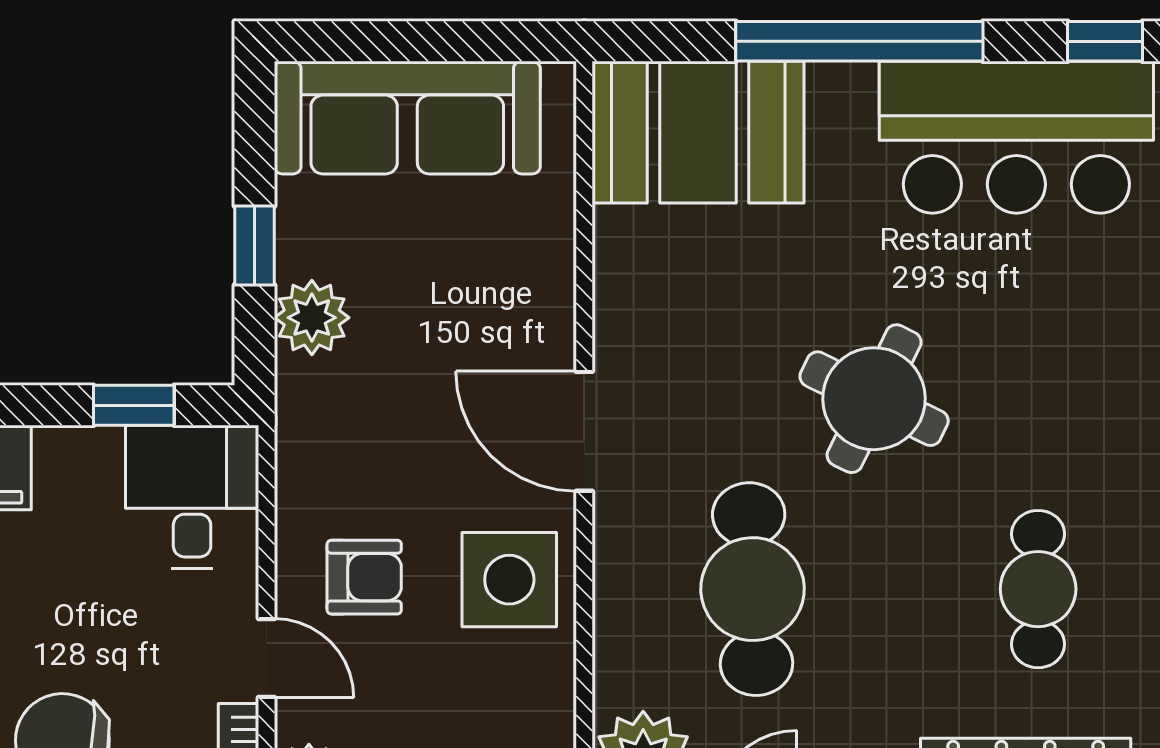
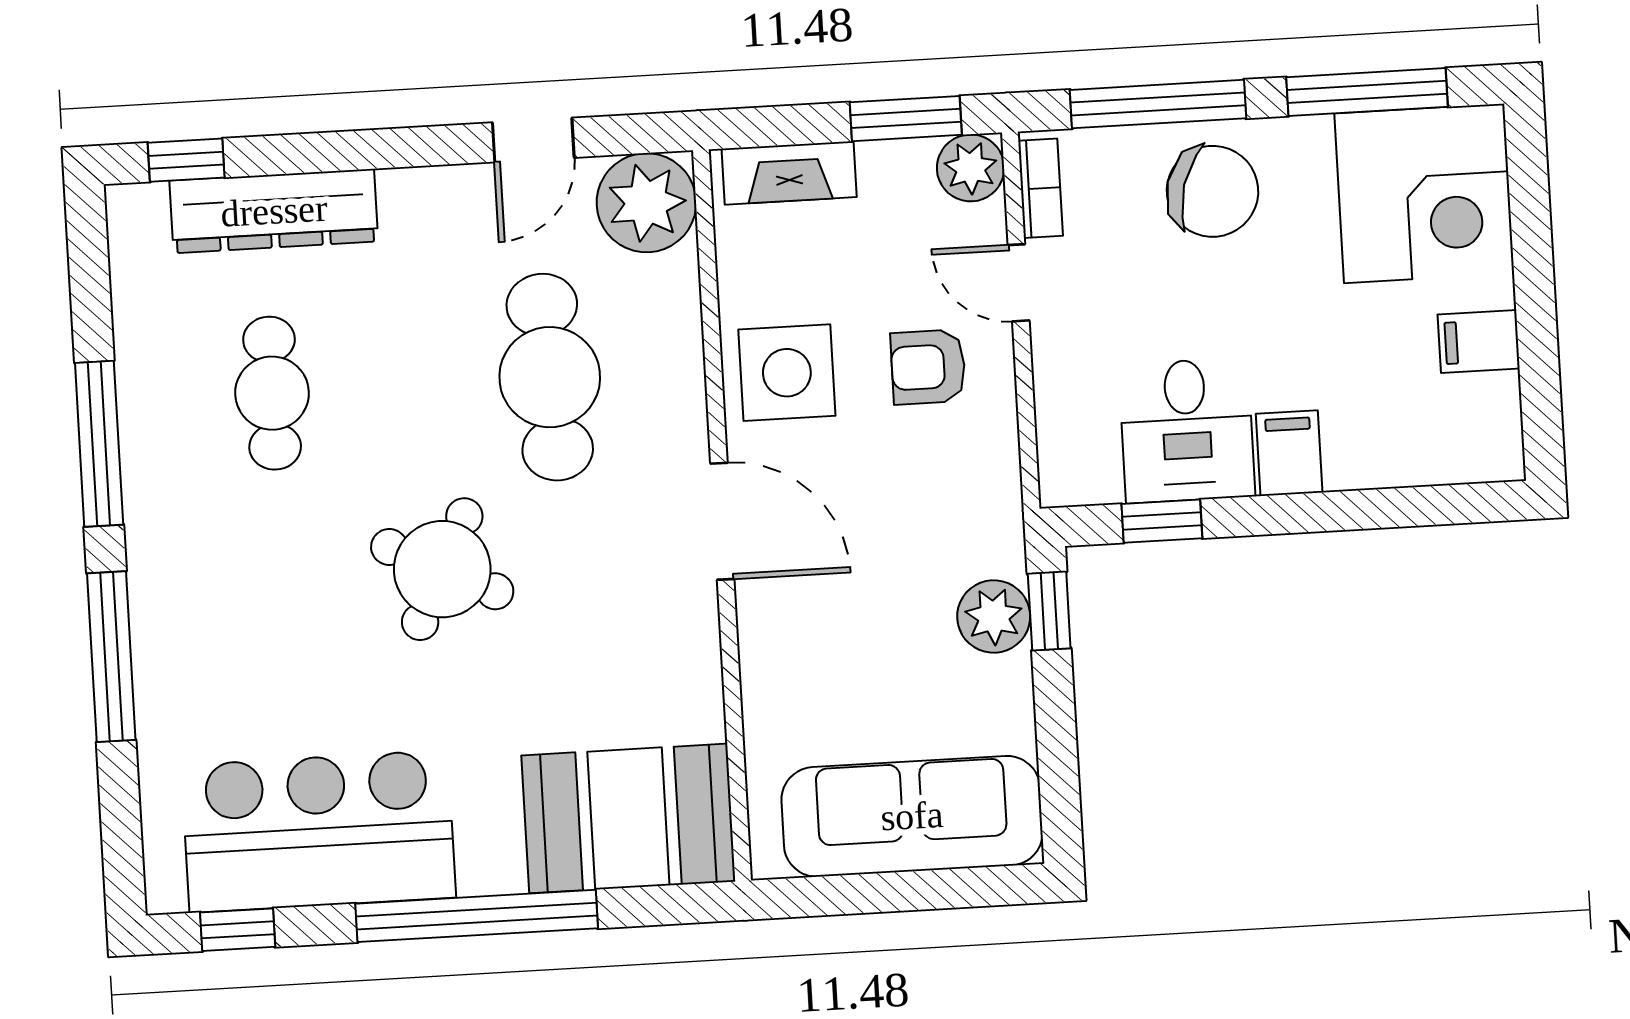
window: (255, 245) -> (1049, 611), moved
desk: (192, 497) -> (1187, 430), moved

